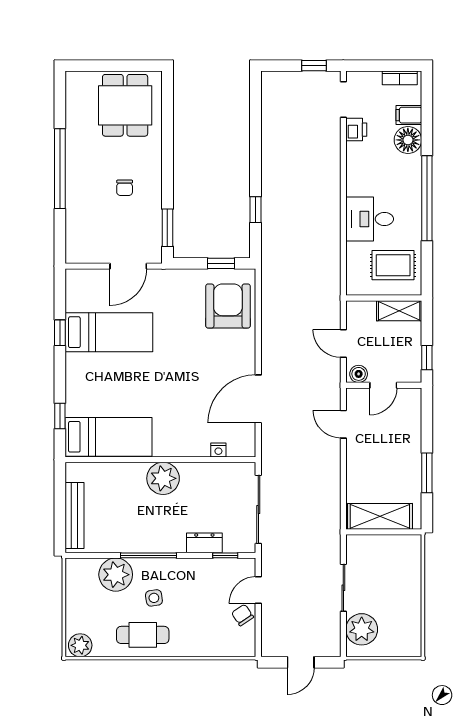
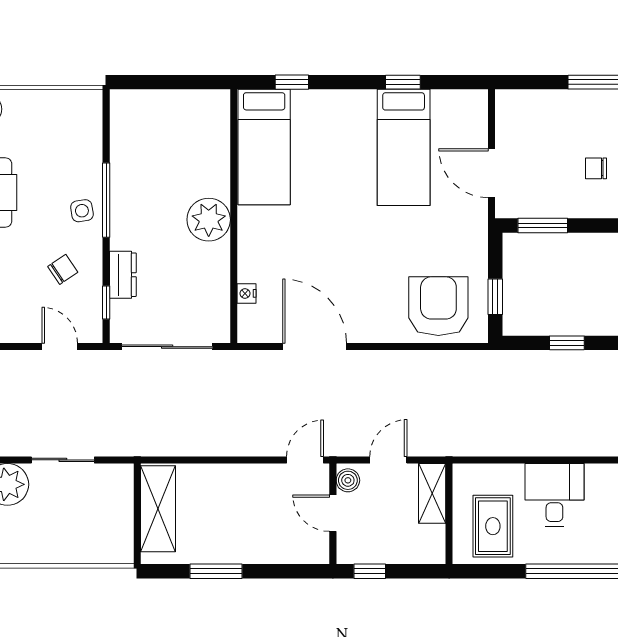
armchair: (228, 306) -> (438, 306), turned -90
shelving: (399, 311) -> (432, 493), moved
door: (343, 424) -> (305, 460), moved
bench: (74, 515) -> (159, 102), removed
plant: (116, 575) -> (80, 156), removed
side table: (154, 598) -> (82, 211), moved
chair: (243, 615) -> (63, 269), moved

